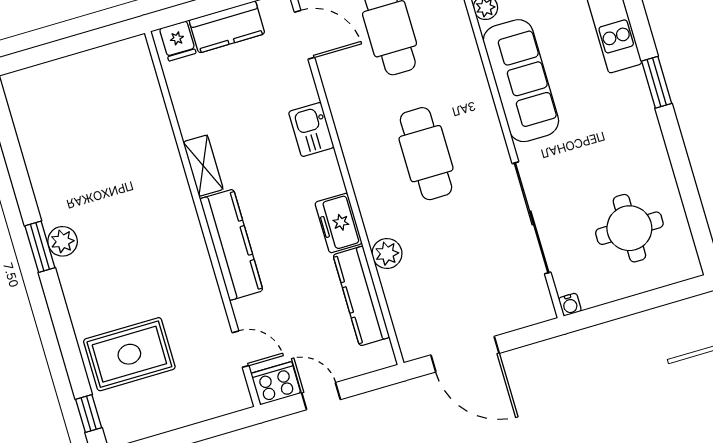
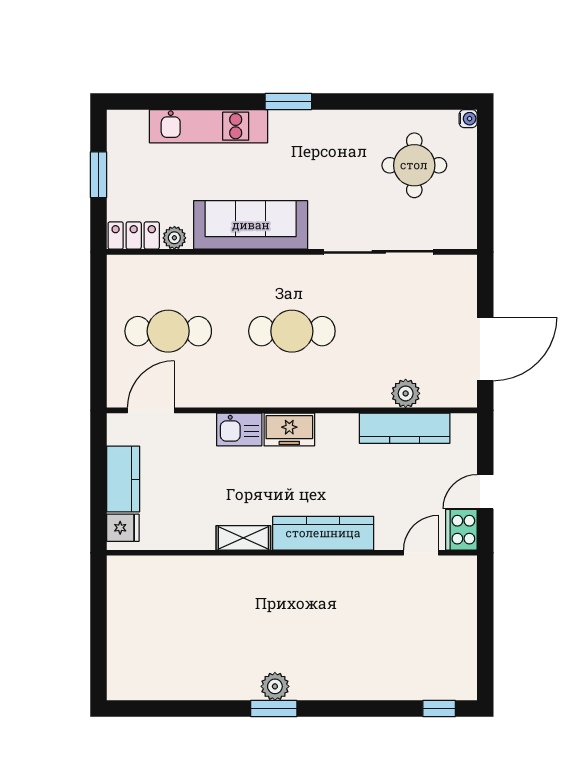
freezer: (339, 223) -> (289, 429), moved
plant: (387, 254) -> (406, 393), moved
water cooler: (570, 305) -> (468, 119), moved
rug: (129, 354) -> (396, 656), removed

